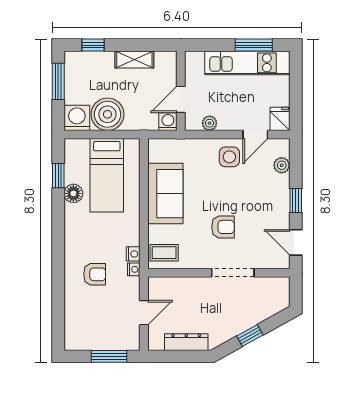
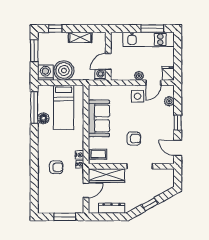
plant: (209, 123) -> (139, 76), moved
window: (58, 176) -> (34, 108), width x2.17
wardrobe: (178, 288) -> (106, 176), added

